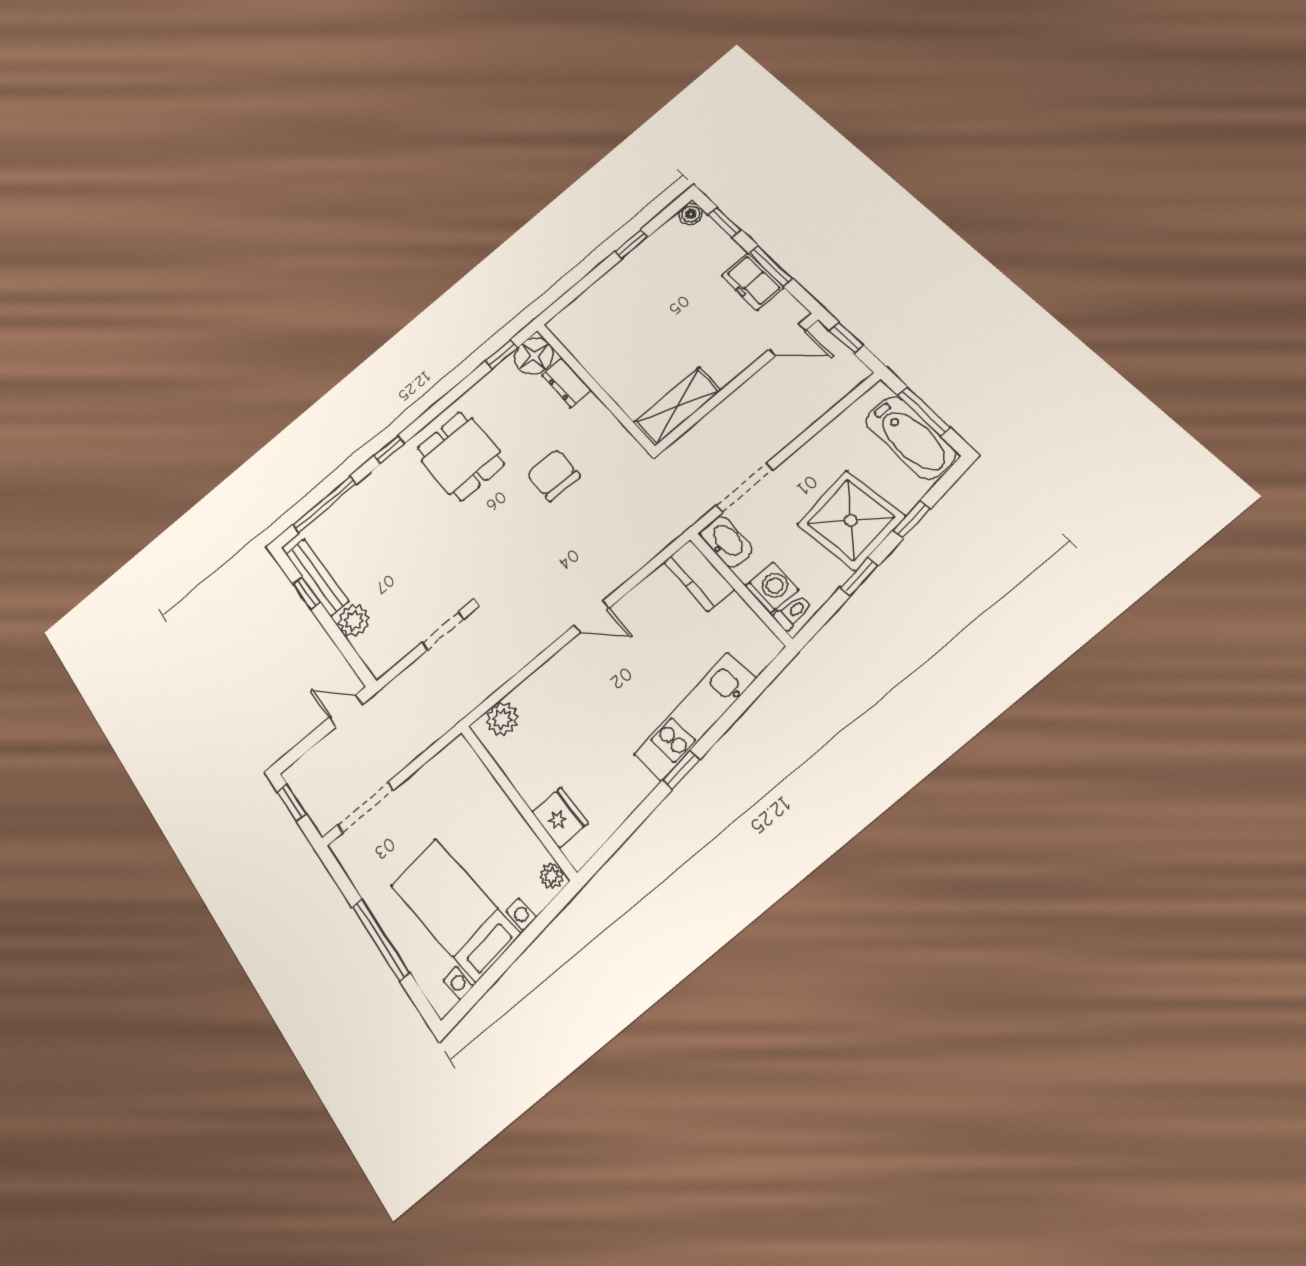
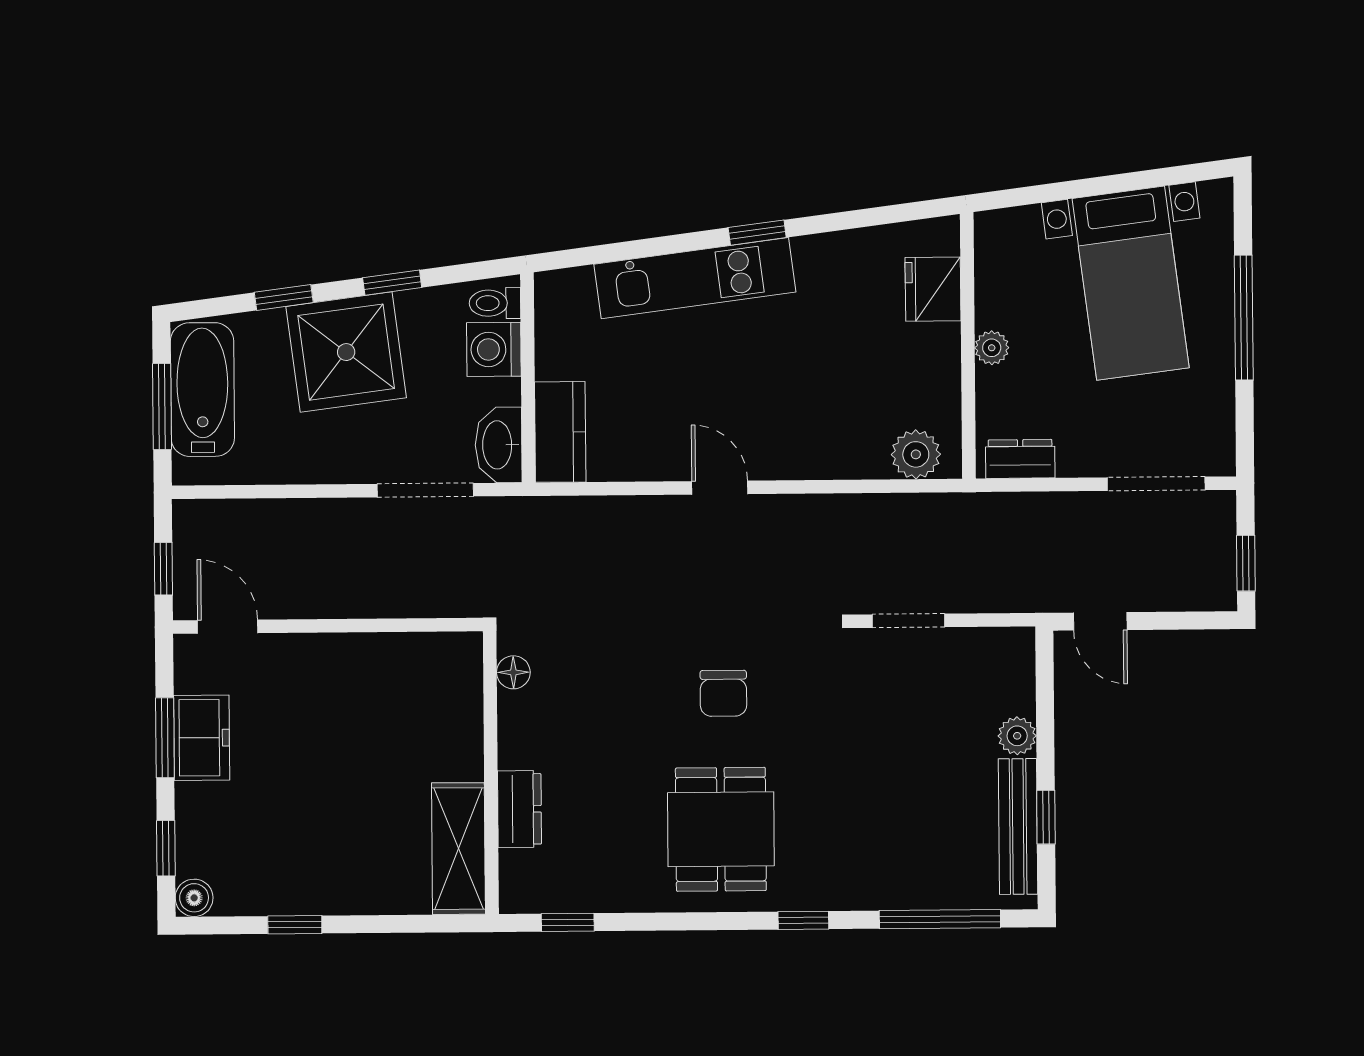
floor lamp: (534, 356) -> (513, 672), moved, width x0.53, depth x0.53
shelving: (677, 406) -> (458, 849), moved, turned 90
chair: (553, 475) -> (723, 693), moved, width x0.73, depth x0.73
plant: (354, 620) -> (1017, 736), width x0.73, depth x0.73
dresser: (446, 762) -> (1020, 459), added
plant: (552, 876) -> (992, 348), moved

